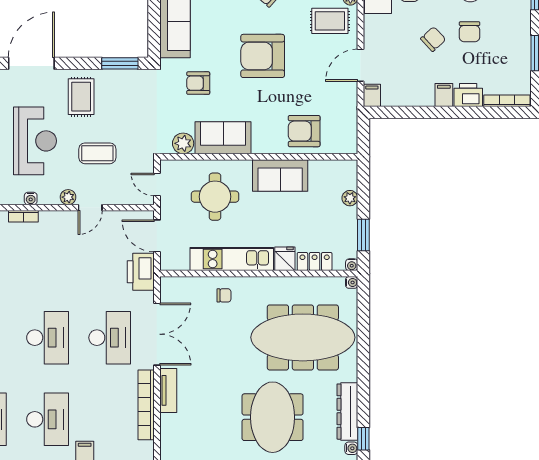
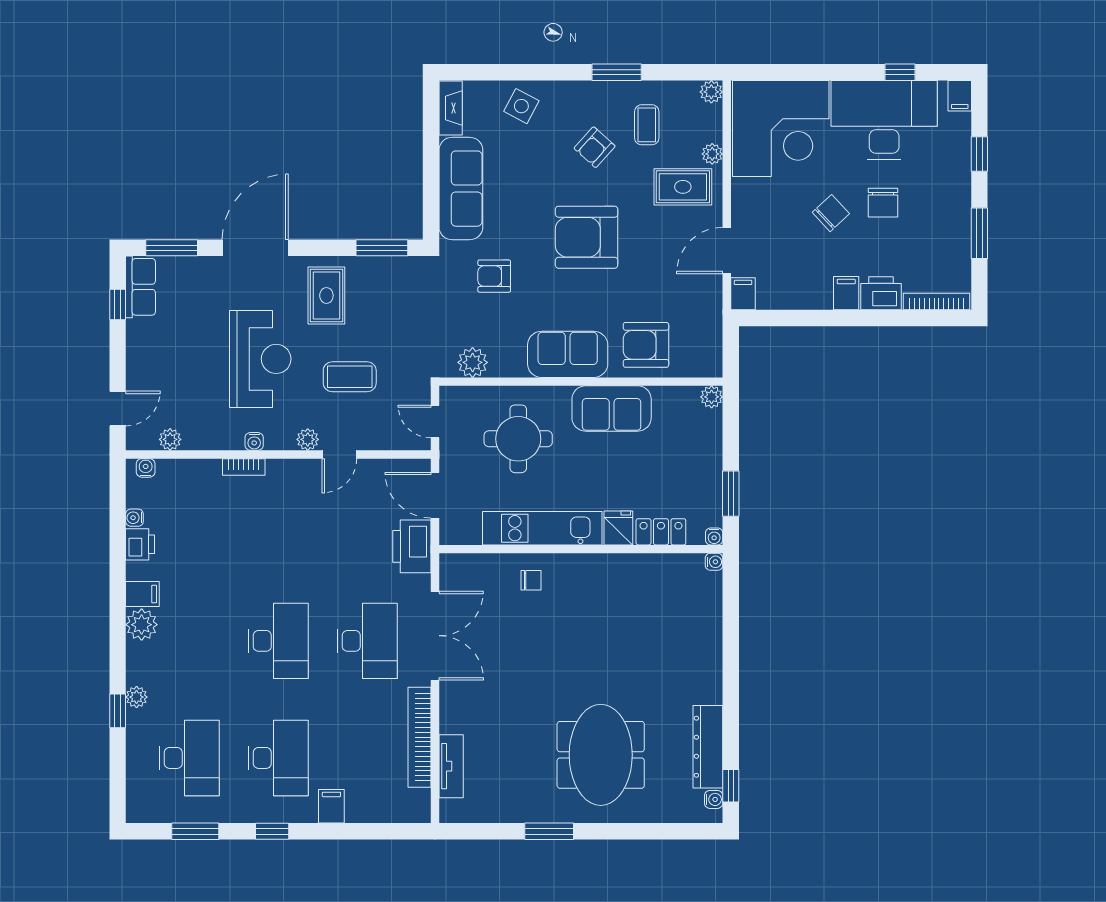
sofa: (223, 138) -> (568, 354), moved
plant: (350, 198) -> (712, 397), moved
meeting table: (303, 337) -> (644, 641), removed
tv unit: (168, 390) -> (451, 766), moved

